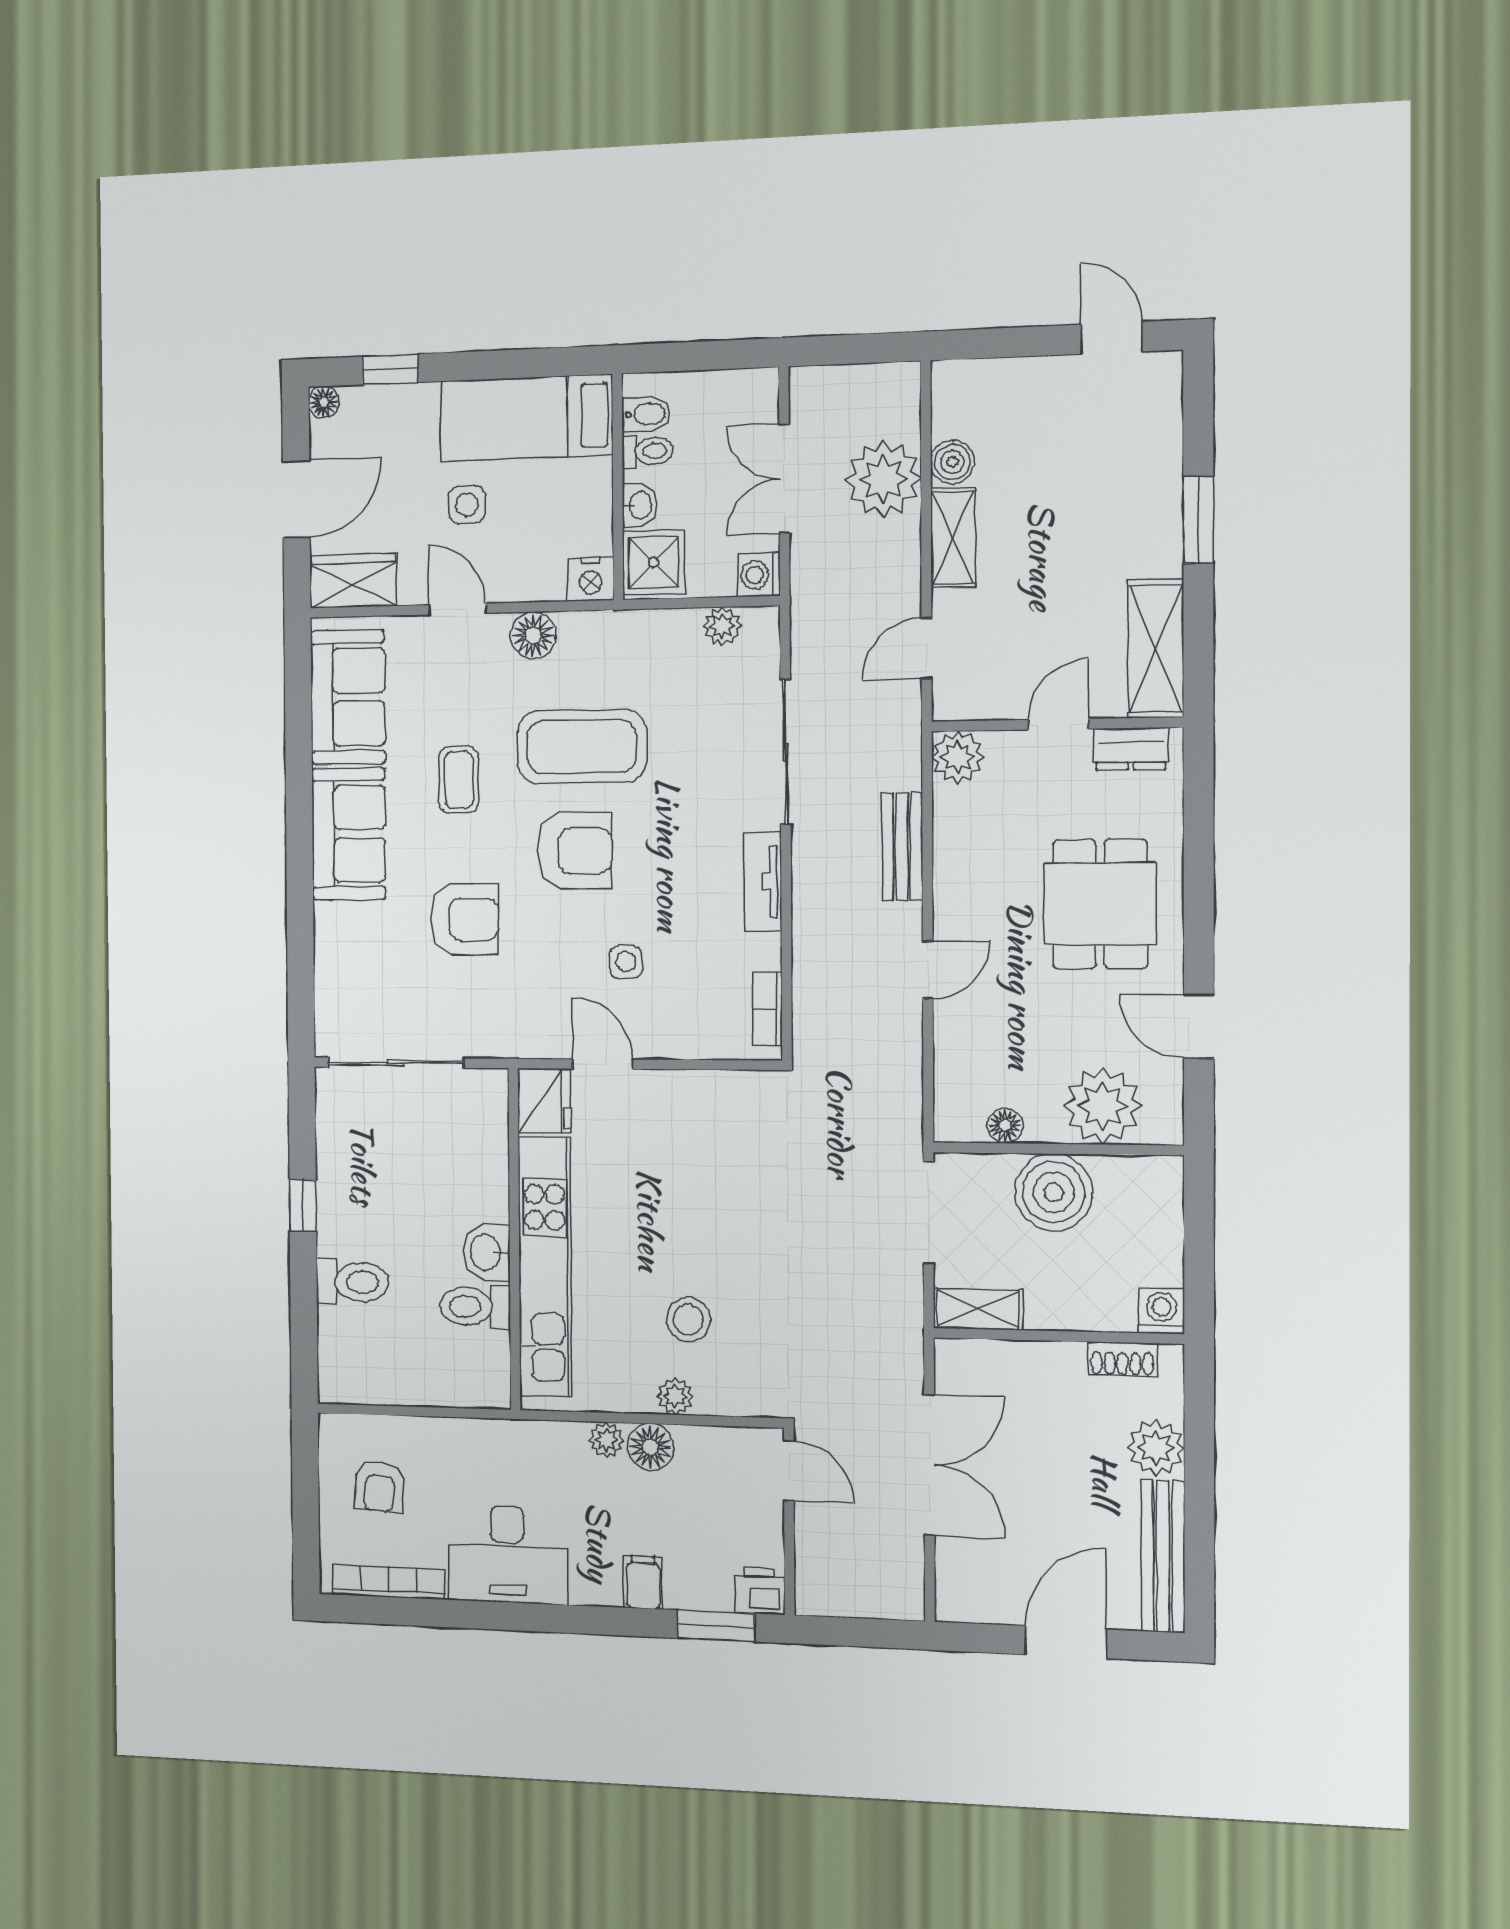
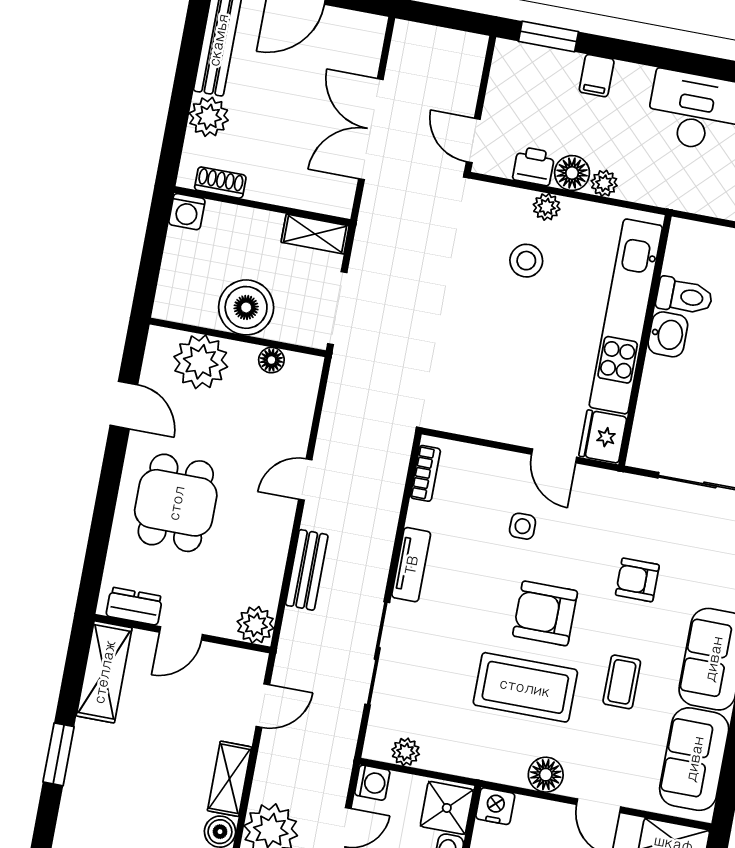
armchair: (464, 919) -> (637, 580), width x0.72, depth x0.72
printer: (760, 1591) -> (534, 166), moved, turned 180

